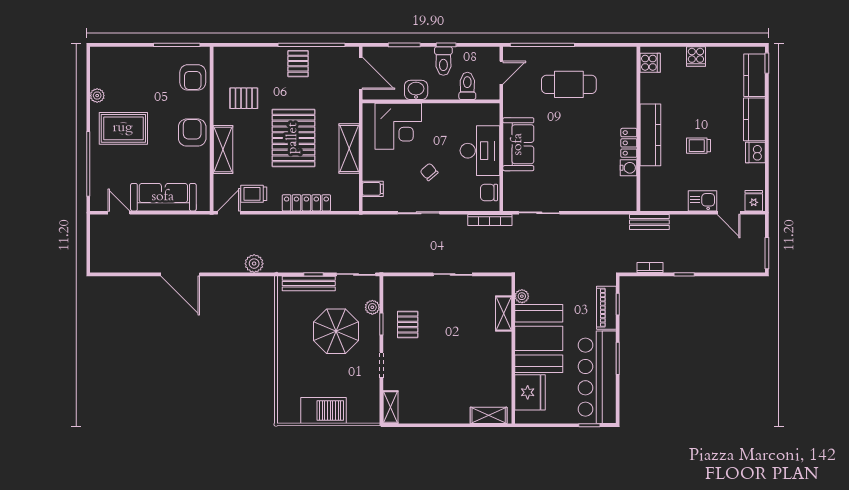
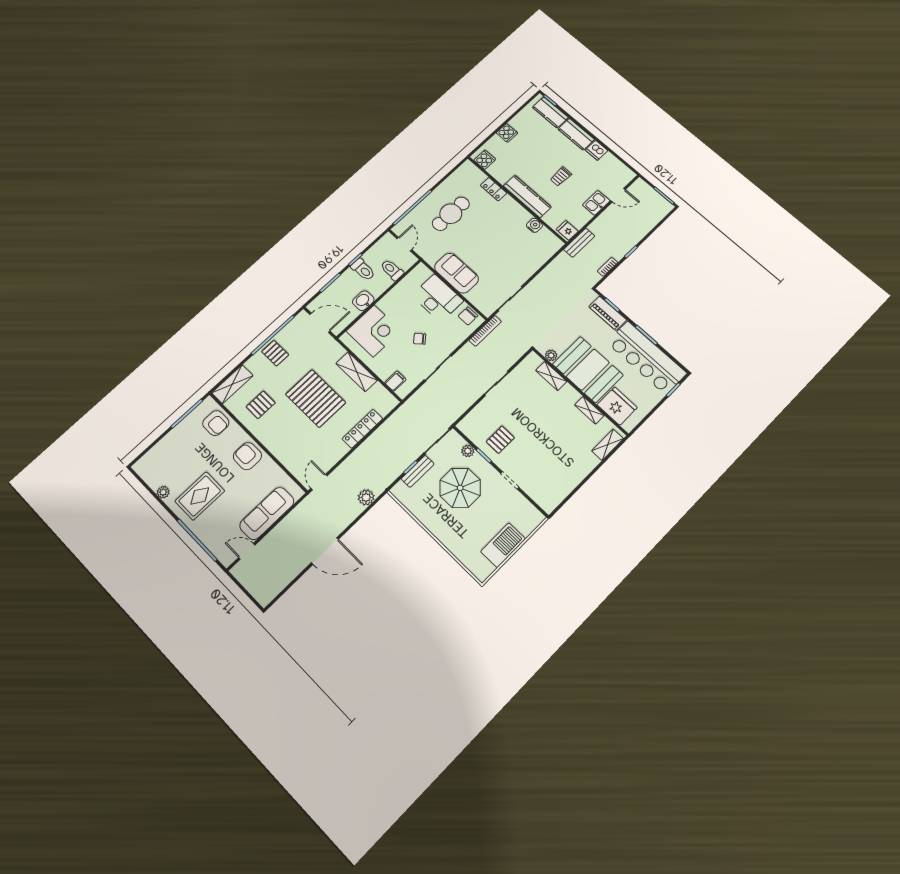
locker: (629, 143) -> (494, 189), moved
shelving: (223, 149) -> (232, 384), moved, turned 90
trolley: (254, 194) -> (324, 455), removed
fridge: (754, 201) -> (567, 230), moved
bench: (309, 284) -> (418, 471), width x0.73
pallet: (408, 324) -> (500, 440), turned 90
shelving: (390, 407) -> (589, 410), moved

